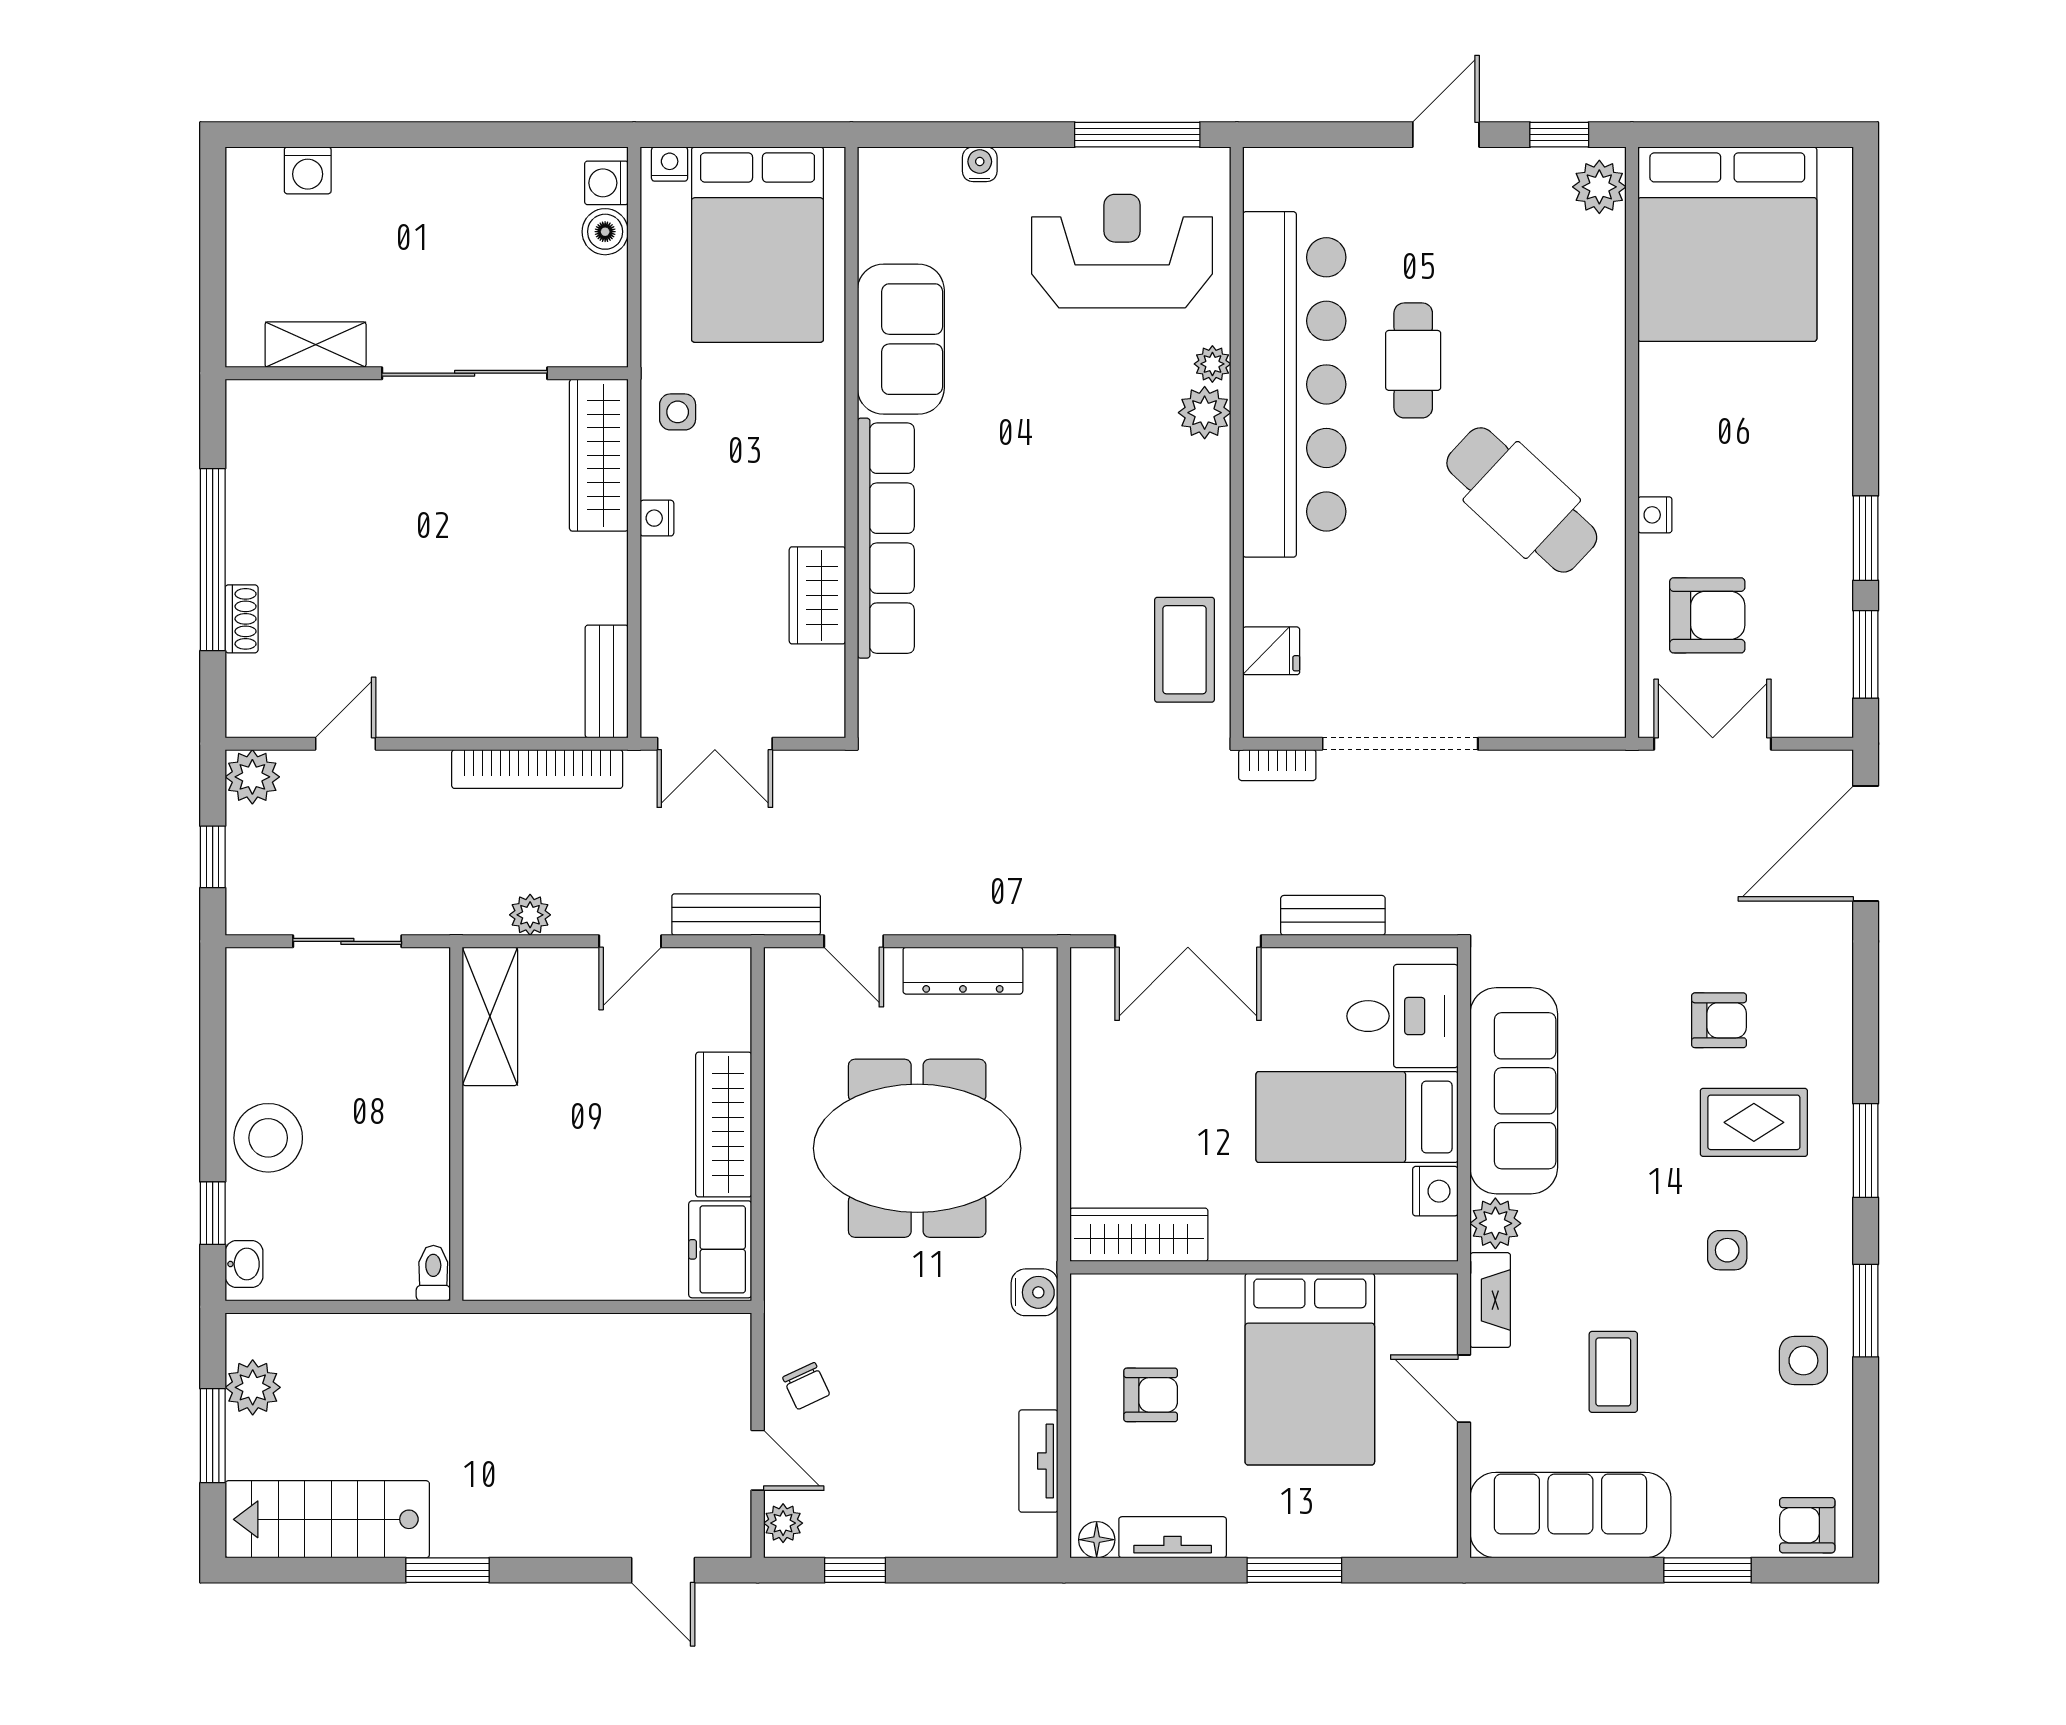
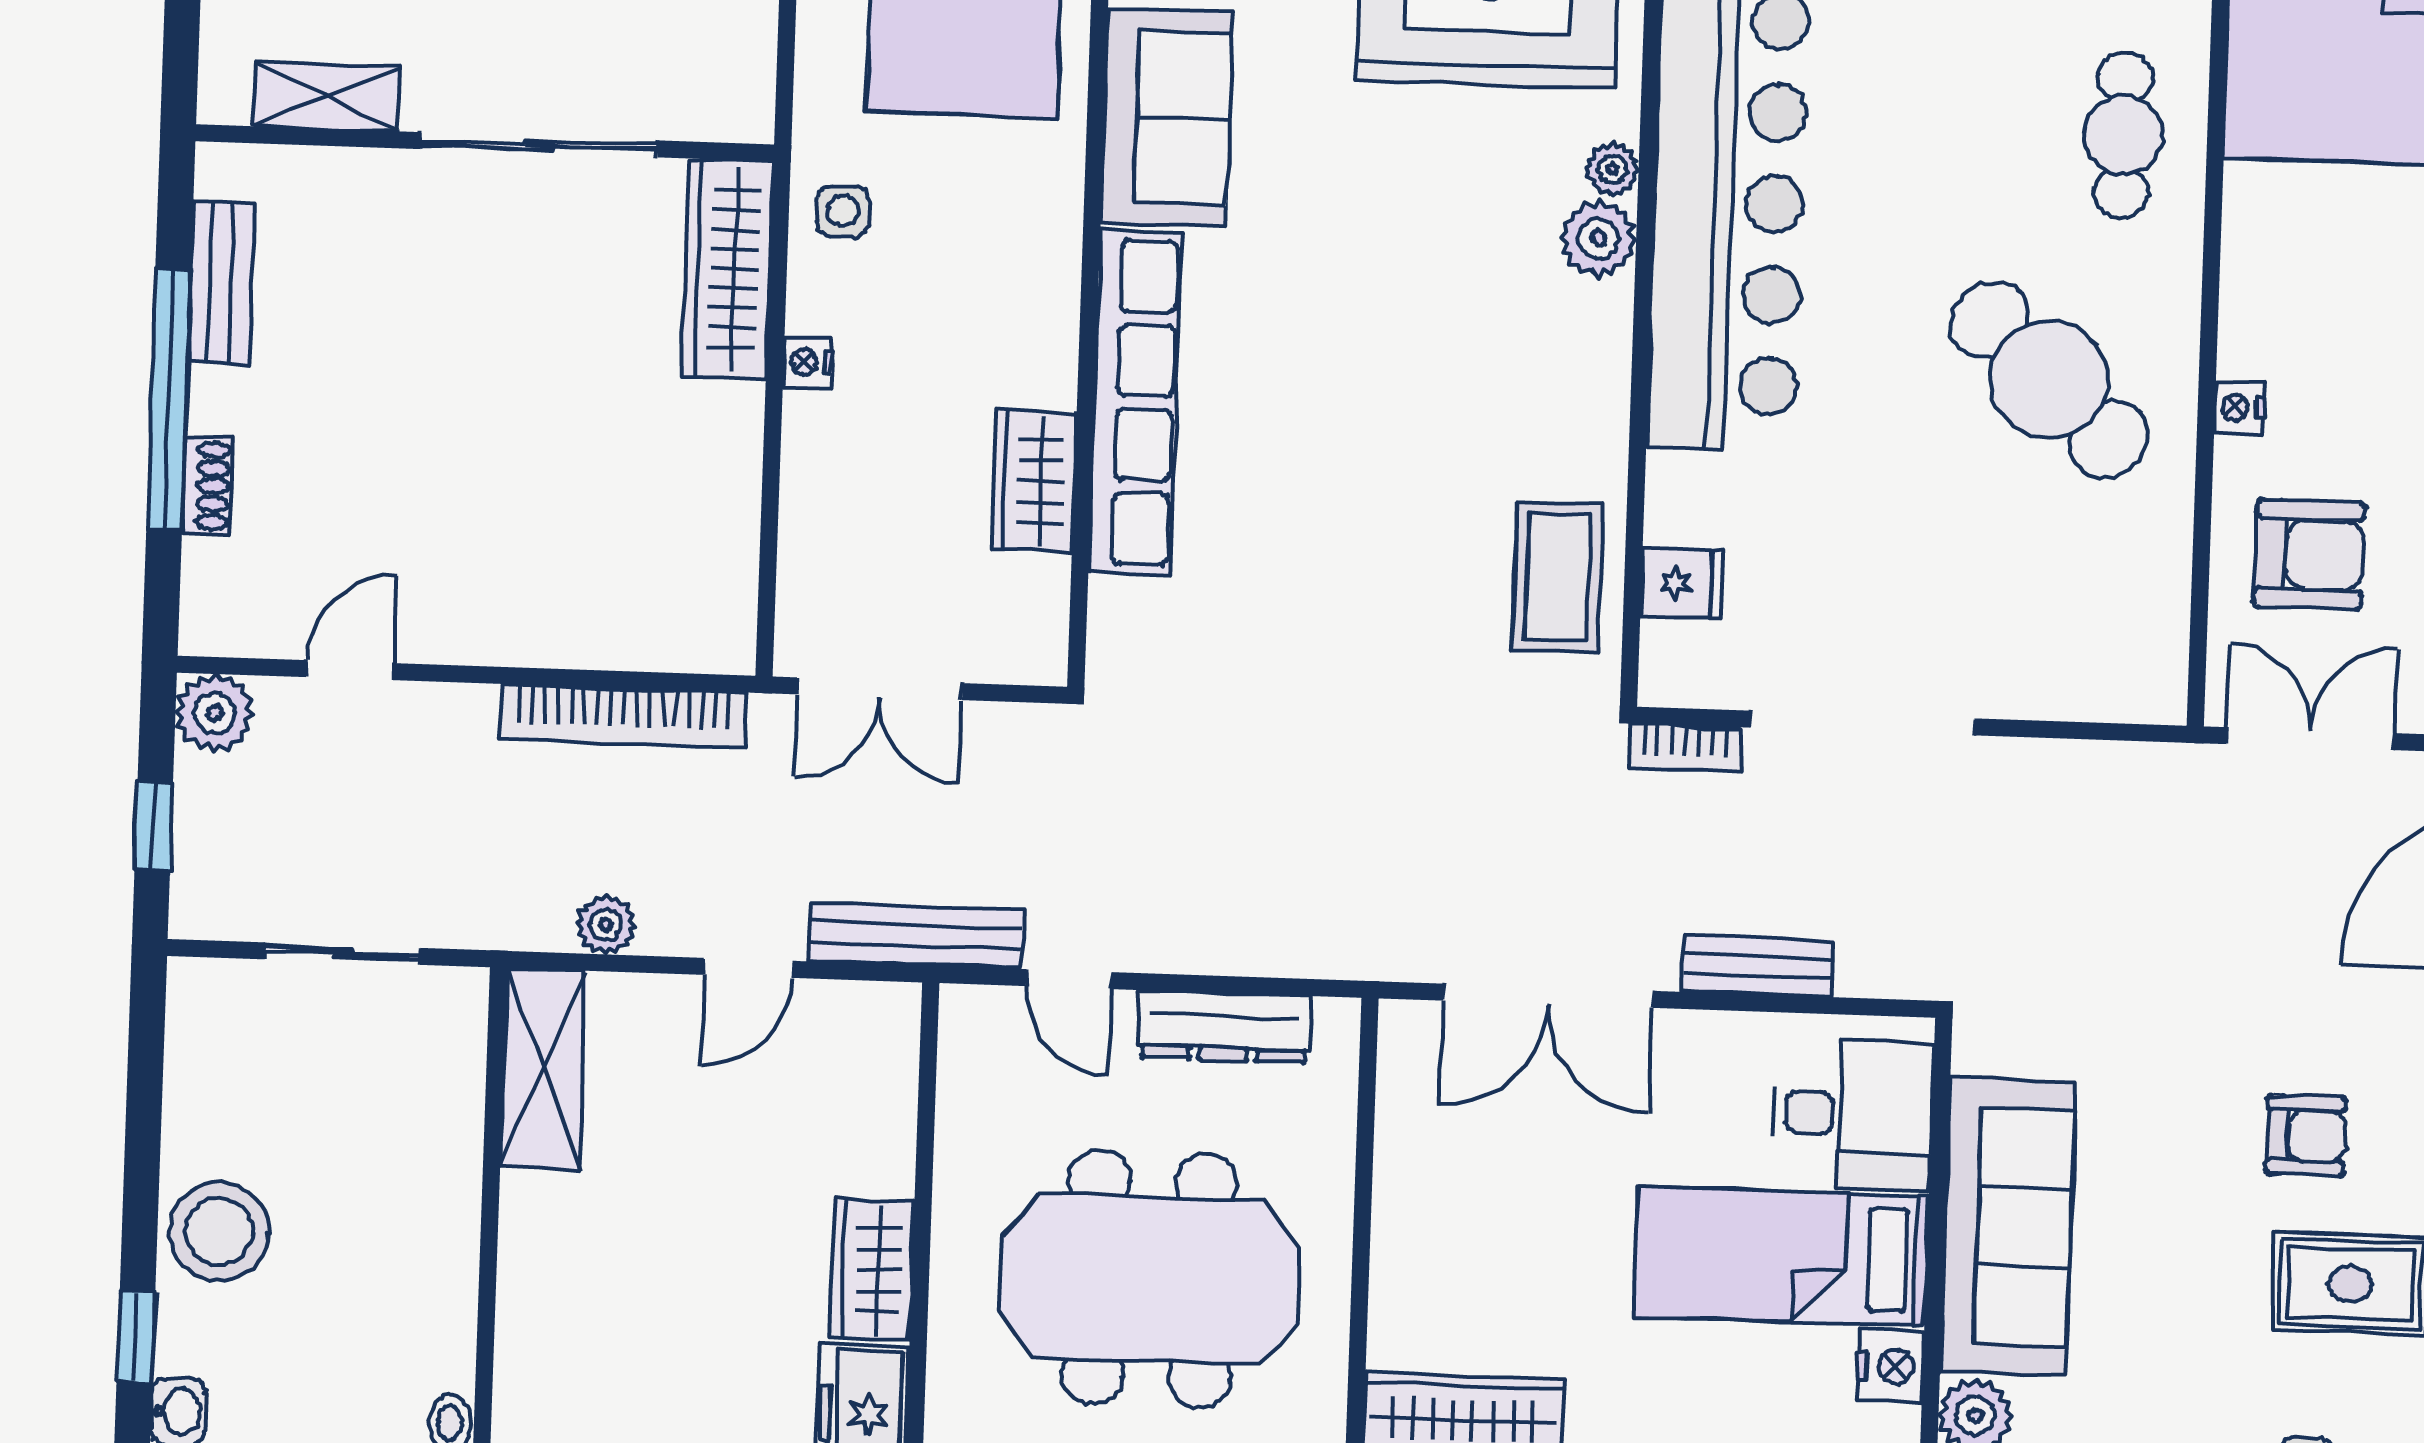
cafe table: (1413, 360) -> (2123, 135), moved
bench: (607, 681) -> (221, 283), moved
wardrobe: (724, 1125) -> (872, 1270), width x0.67

